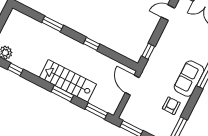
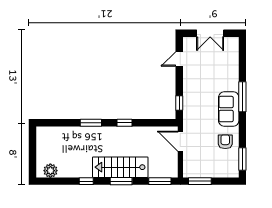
window: (53, 24) -> (91, 123), moved
window: (15, 69) -> (86, 181), moved

